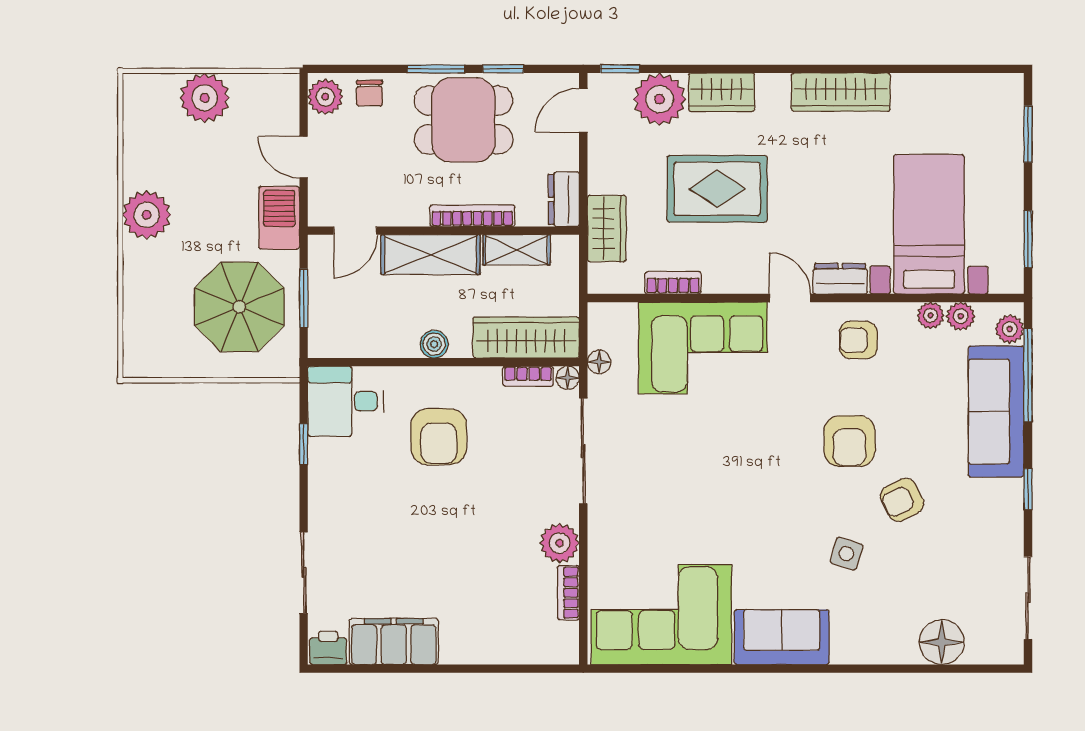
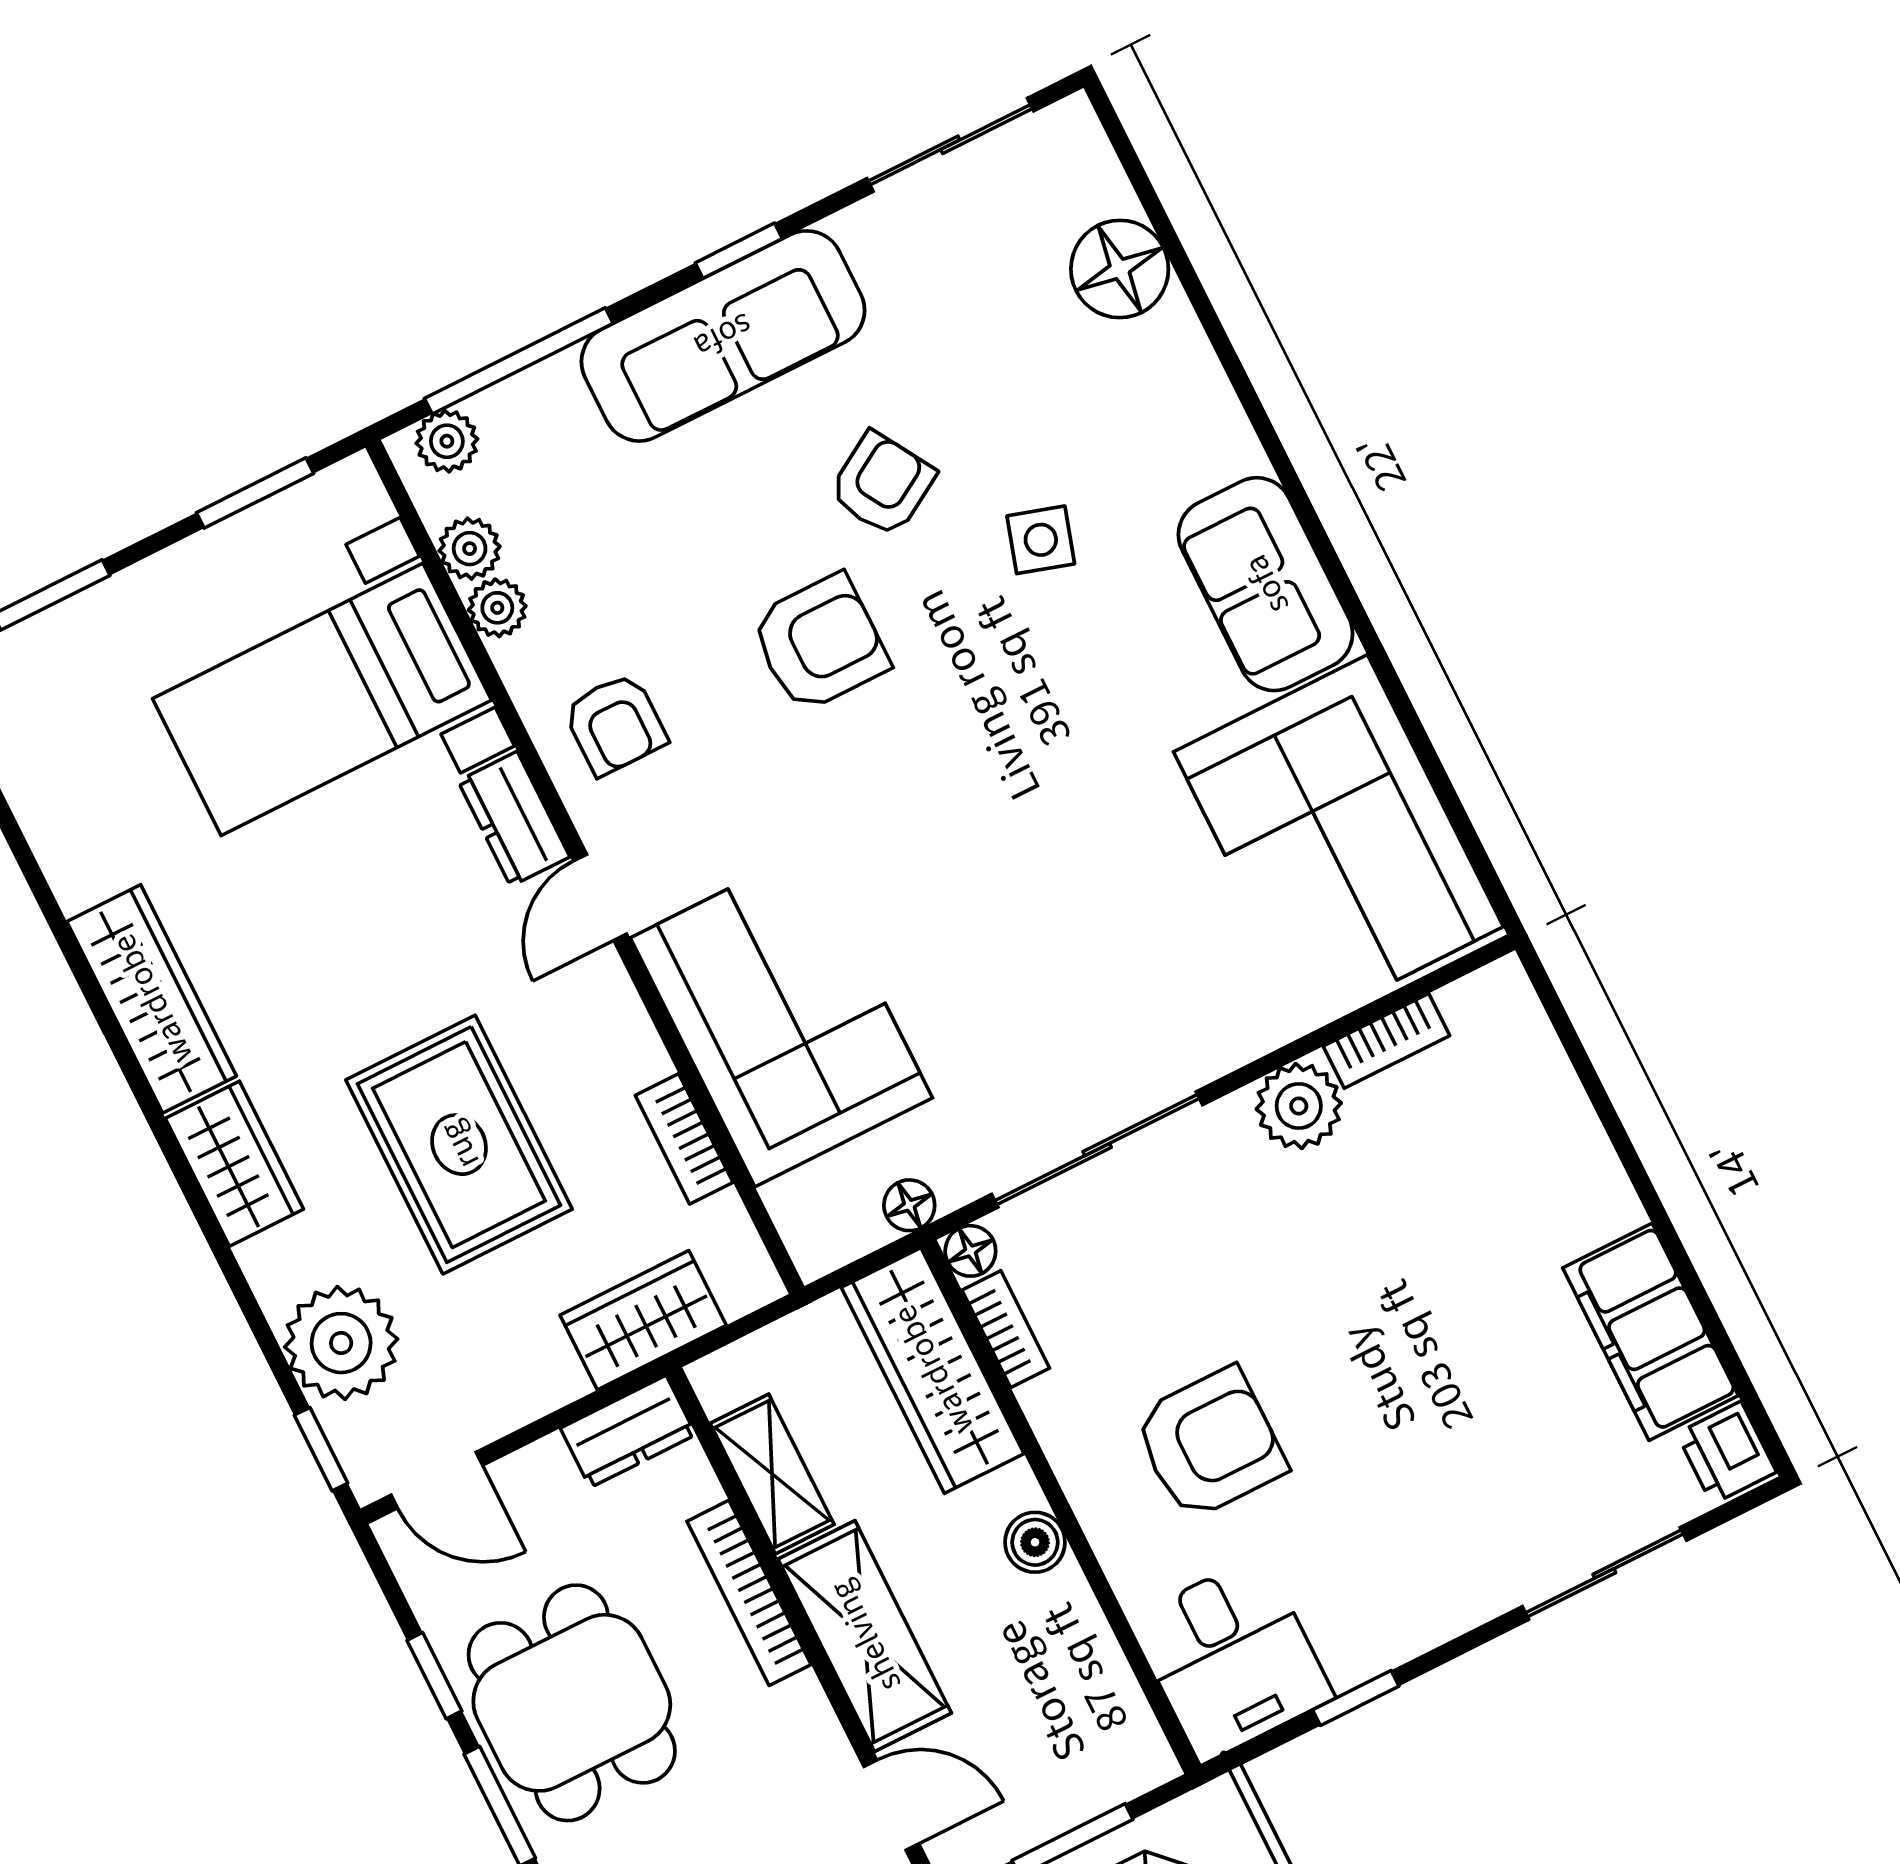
wardrobe: (722, 92) -> (234, 1164), moved
sofa: (996, 411) -> (723, 336), moved
armchair: (902, 500) -> (882, 484), turned -94

